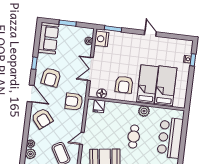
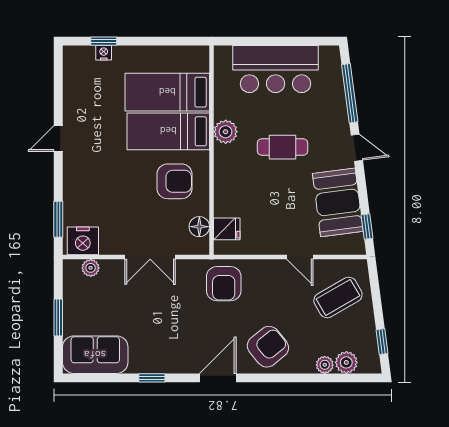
armchair: (51, 77) -> (178, 339), removed

